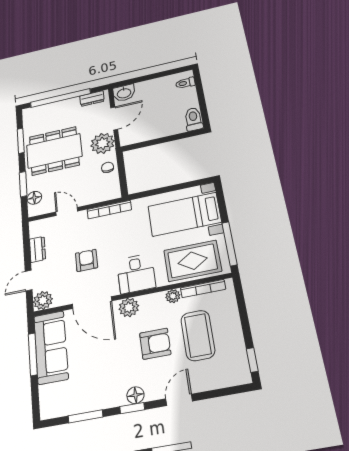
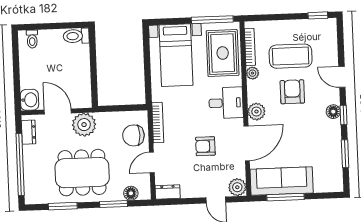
dining table: (54, 151) -> (82, 173), turned 90
chair: (108, 167) -> (133, 135), moved, width x1.87, depth x1.87
dresser: (37, 249) -> (168, 192), moved

